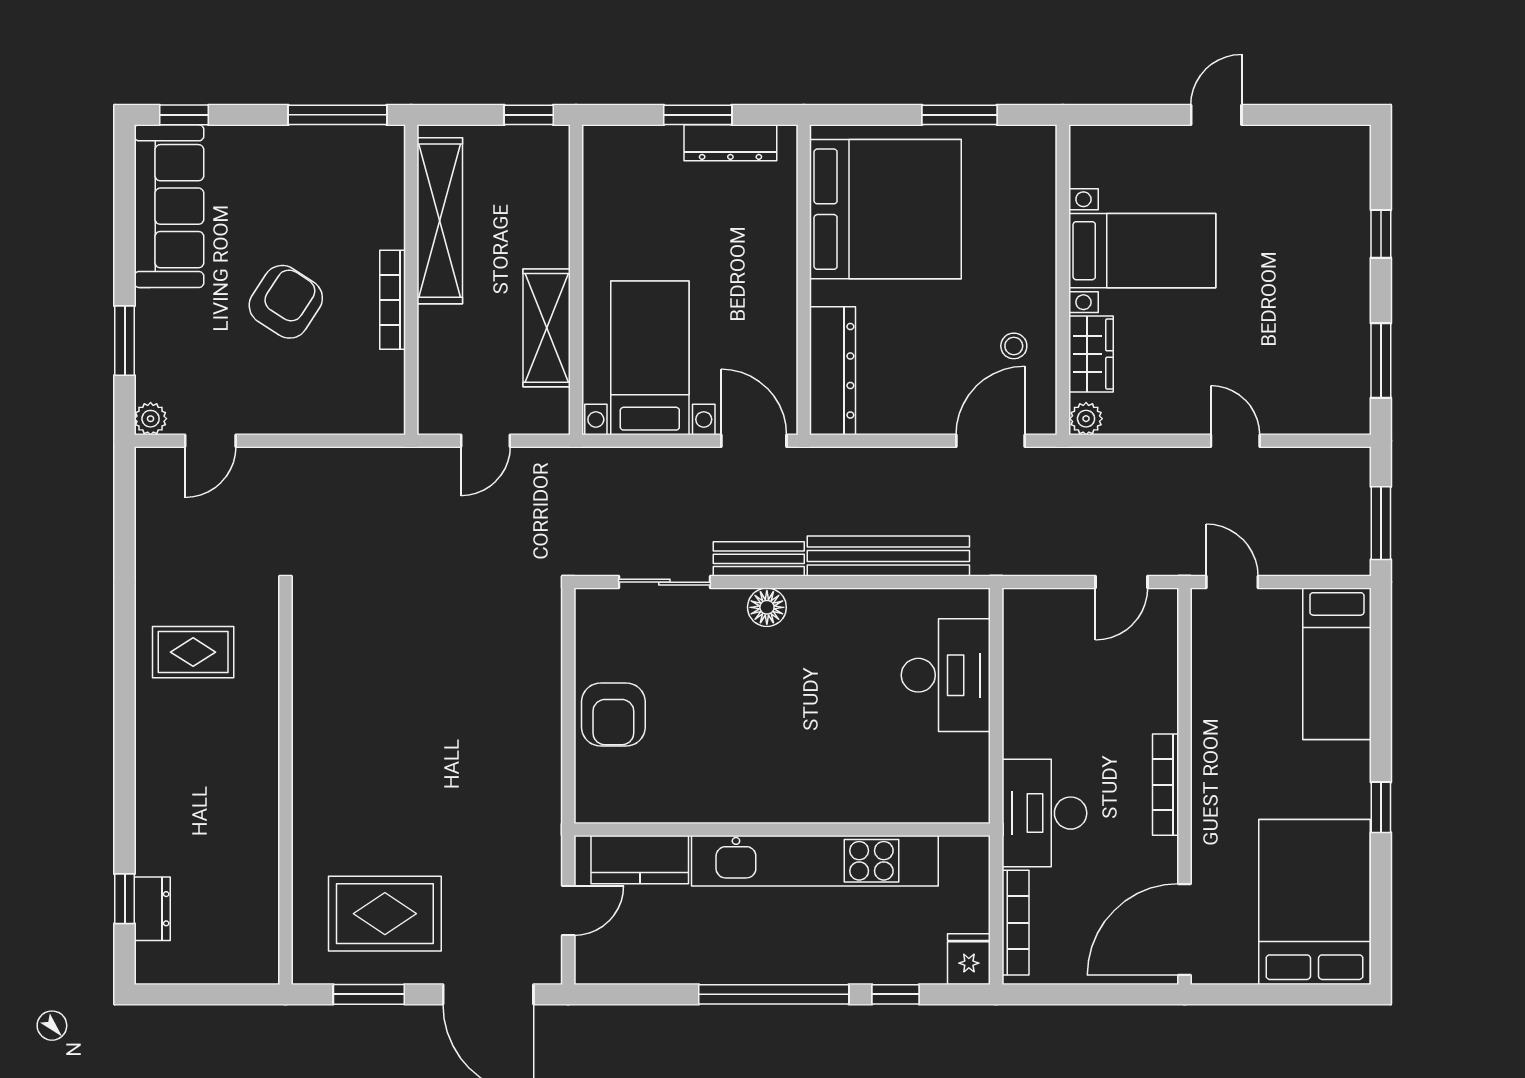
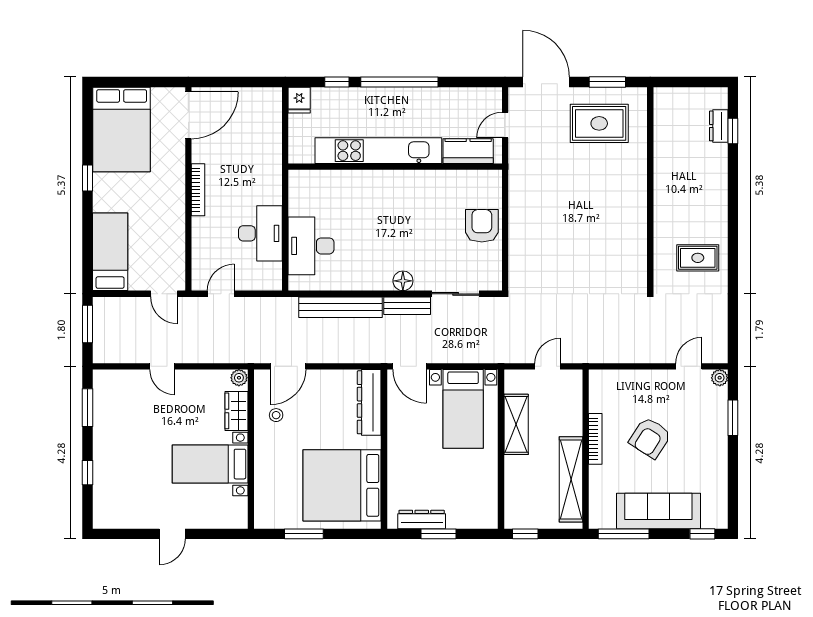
sofa: (169, 206) -> (658, 511), moved, turned 90
desk: (1044, 813) -> (260, 233), moved
bookcase: (1015, 923) -> (275, 119), removed

